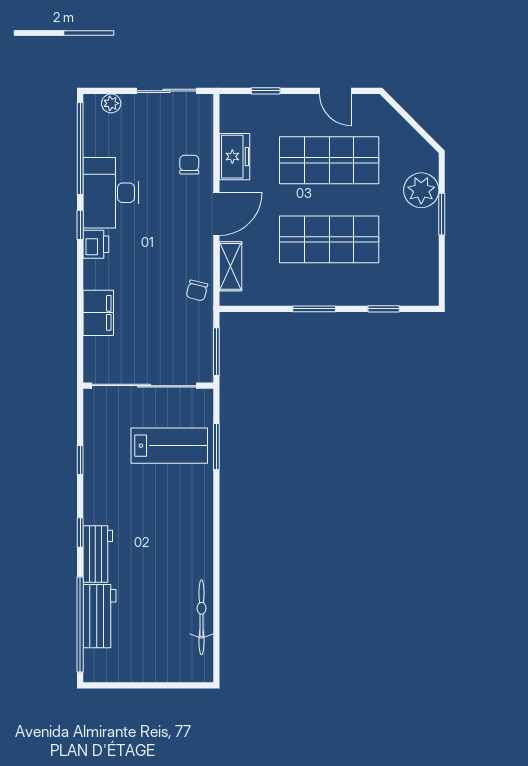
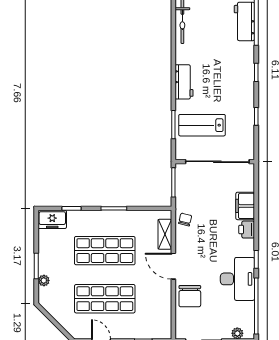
freezer: (234, 157) -> (52, 219), moved, turned -90
chair: (189, 165) -> (190, 296), width x1.87, depth x1.87
plant: (421, 190) -> (44, 280), width x0.53, depth x0.53
door: (216, 214) -> (173, 266), hinge flipped
printer: (96, 244) -> (247, 230), moved
workbench: (98, 554) -> (184, 82), moved, turned 180

